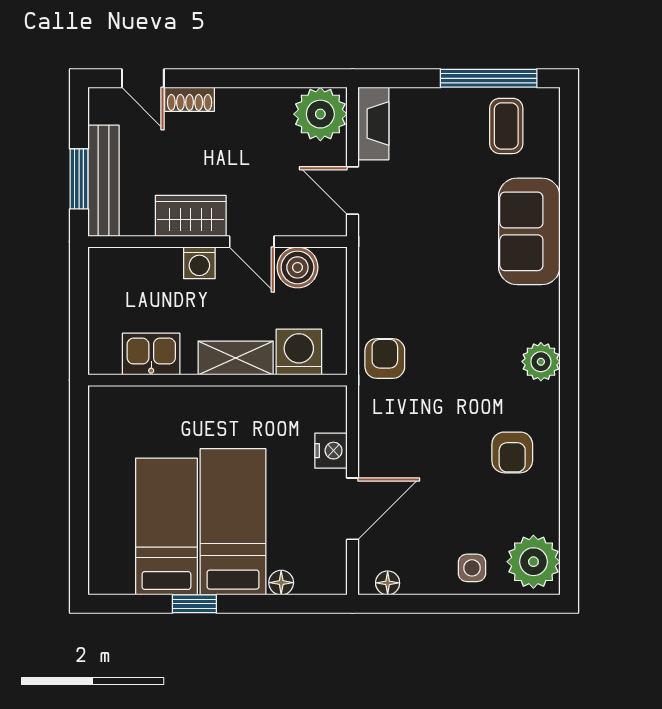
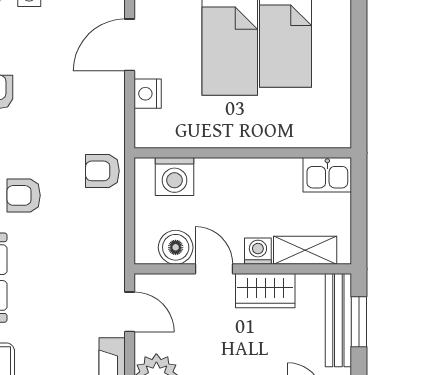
armchair: (479, 329) -> (24, 195), added
kitchen sink: (151, 354) -> (327, 175), moved
shelving: (236, 358) -> (305, 250), moved
armchair: (385, 358) -> (102, 171), turned 90

